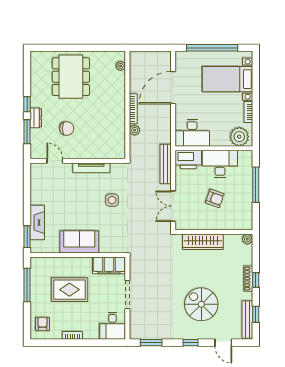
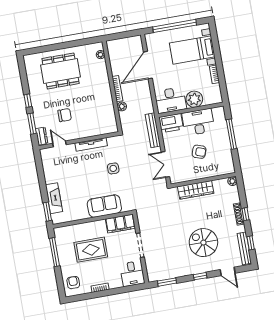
dining table: (71, 77) -> (61, 71), turned 90
dresser: (36, 118) -> (42, 136), moved
plant: (239, 137) -> (194, 99), moved
sofa: (79, 242) -> (104, 206), moved

